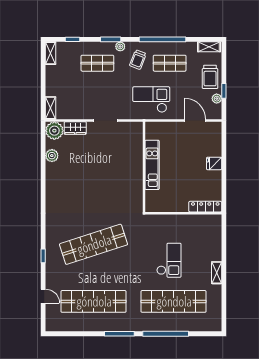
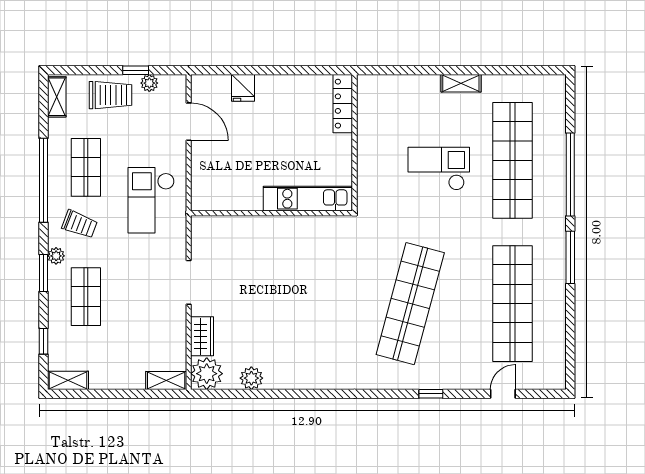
door: (195, 121) -> (189, 122), swing flipped
fridge: (214, 163) -> (243, 88), moved
kitchen unit: (152, 165) -> (308, 199), moved
shop shelf: (94, 244) -> (410, 304), turned 33

